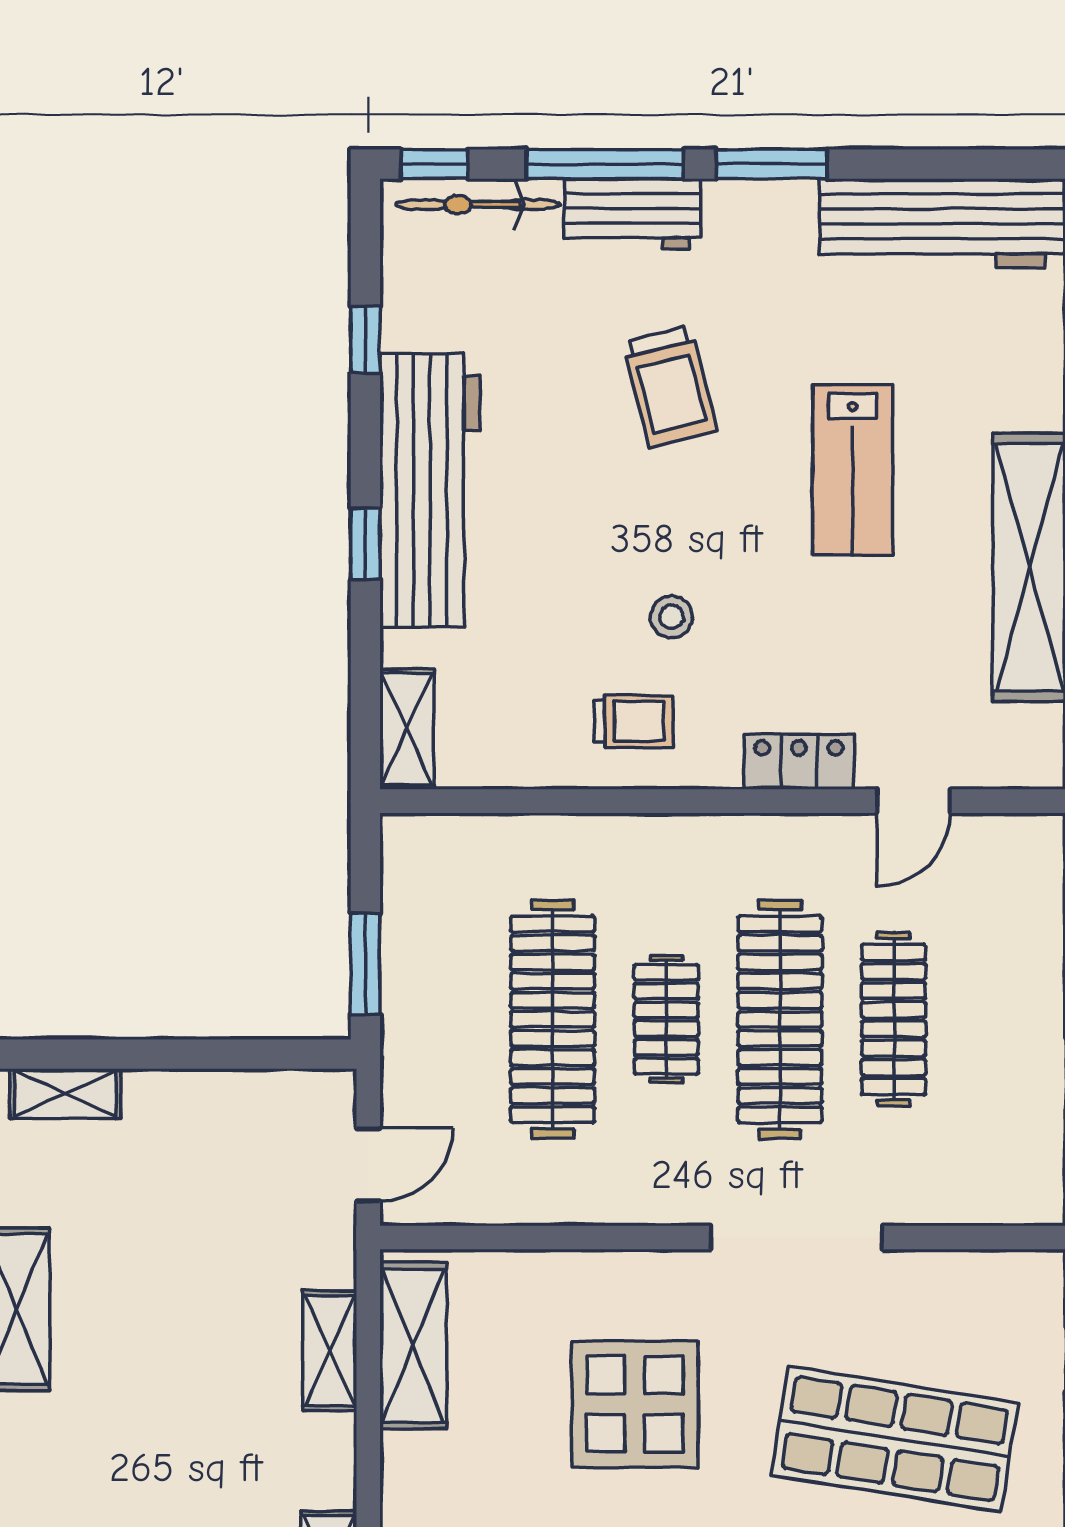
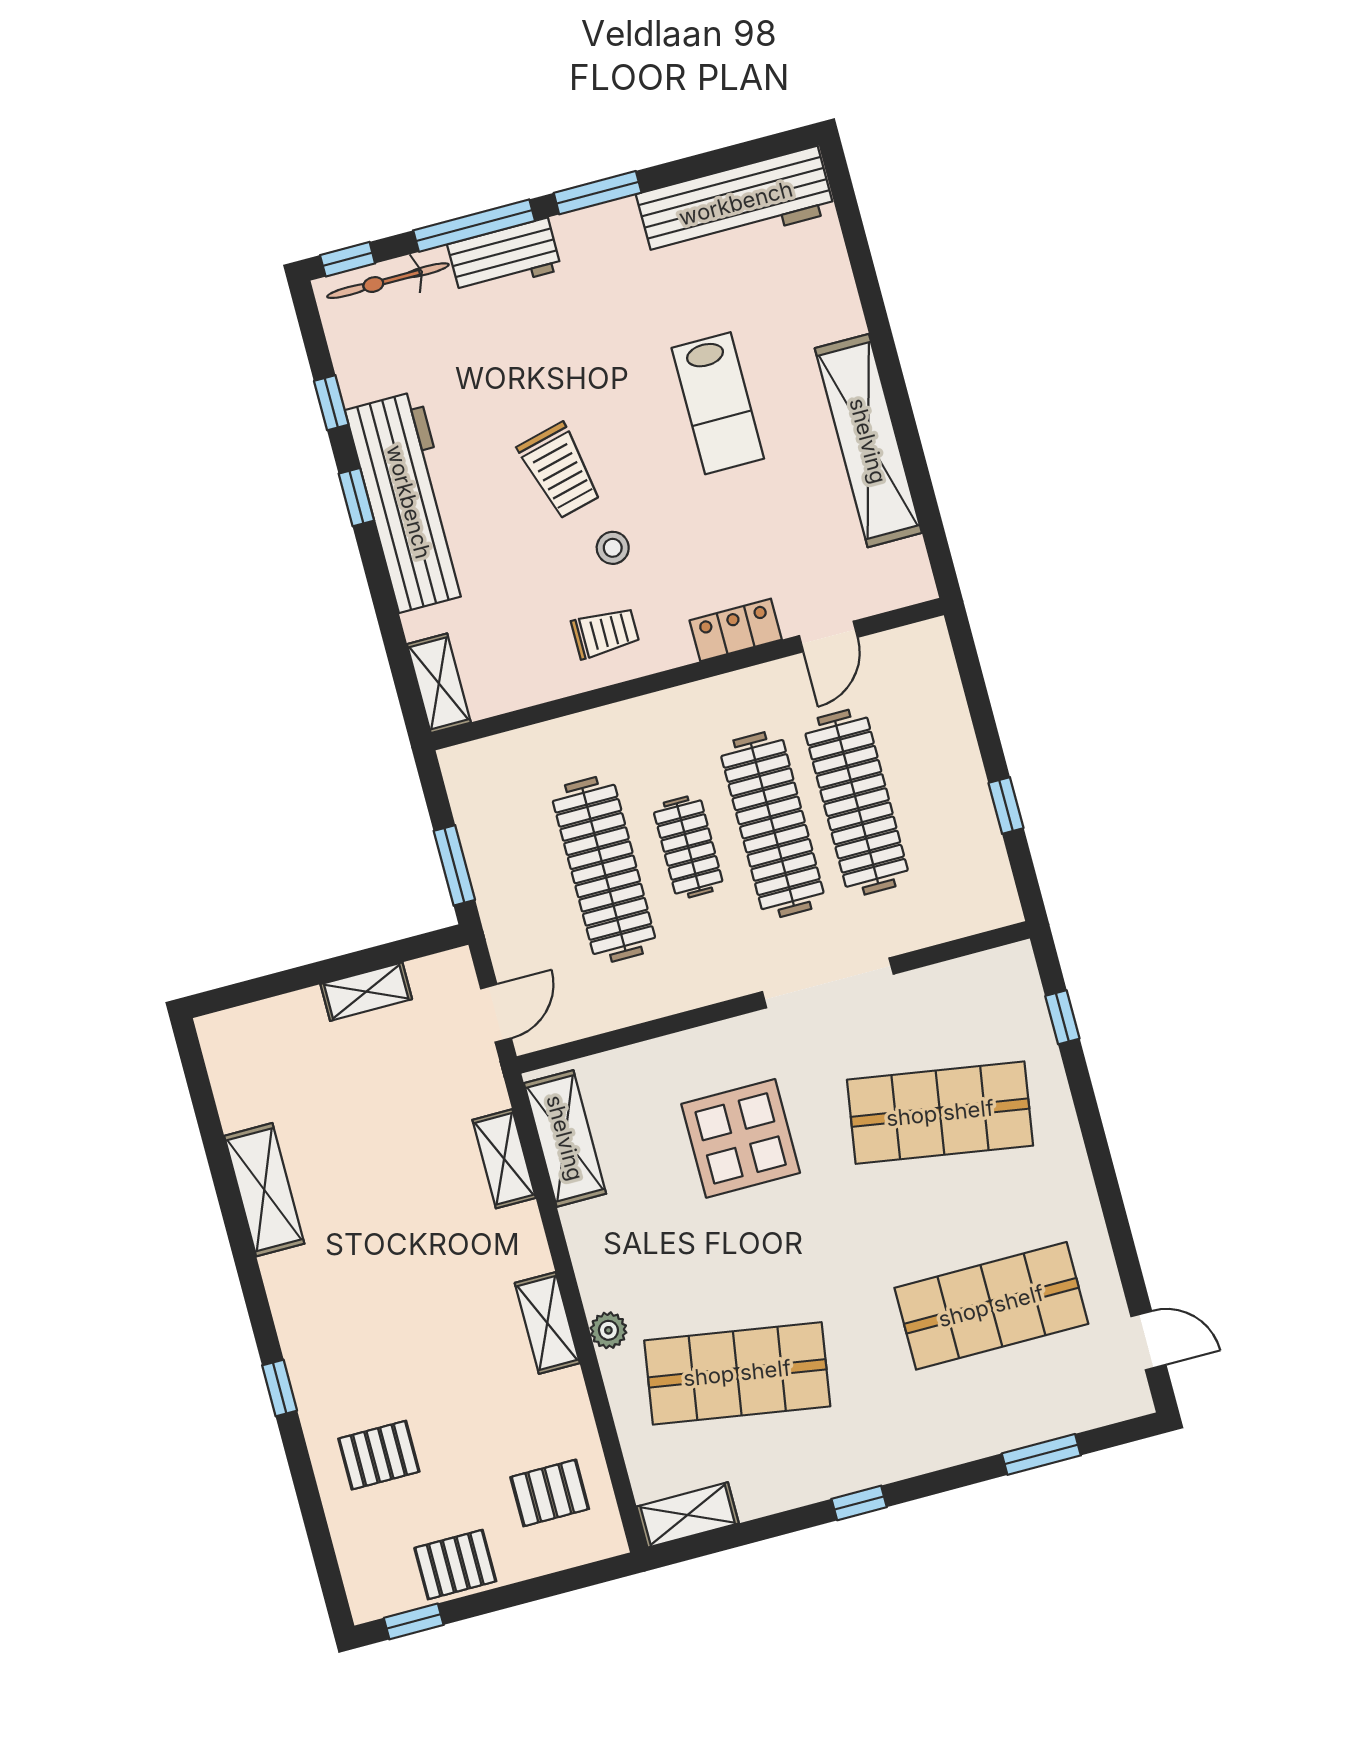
trolley: (670, 387) -> (560, 471), moved
window: (365, 544) -> (356, 497), moved
clothes rail: (894, 1019) -> (857, 802), width x1.37, depth x1.31
shelving: (65, 1094) -> (366, 992), moved

